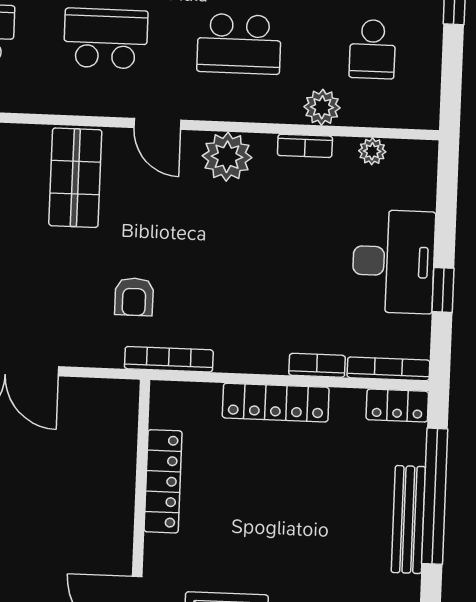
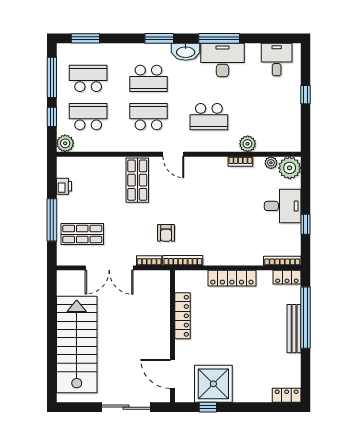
school desk: (372, 49) -> (269, 117), removed
plant: (227, 157) -> (290, 168), moved
desk: (394, 262) -> (283, 206), width x0.73
bookcase: (317, 365) -> (149, 261), moved

